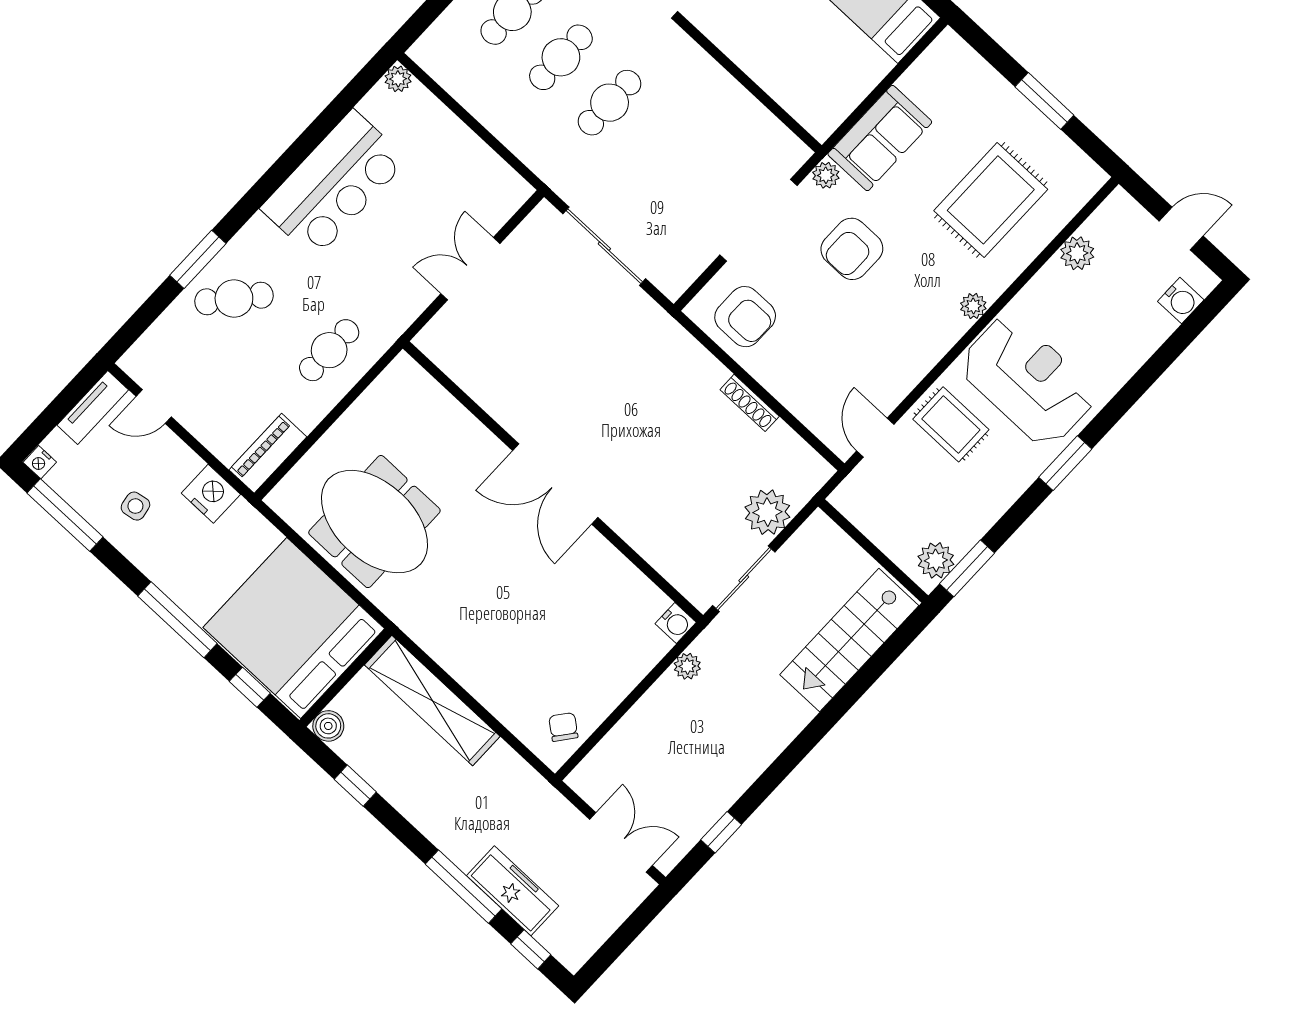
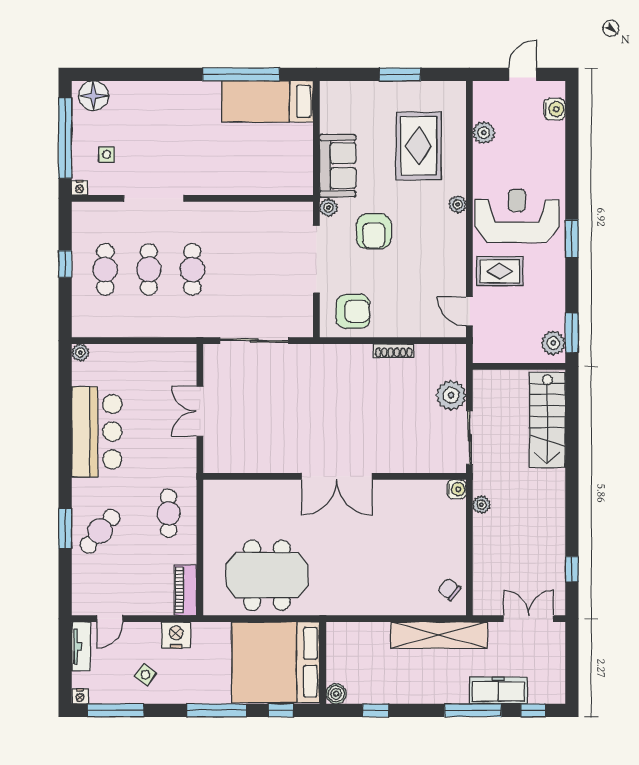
side table: (135, 506) -> (145, 675), turned 45
shelving: (432, 701) -> (439, 635), moved

